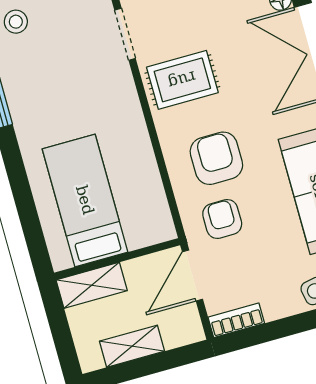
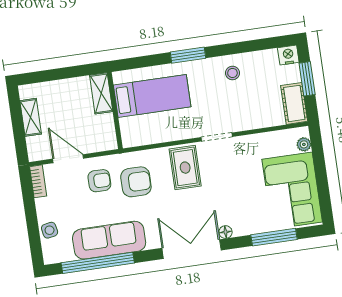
bed: (85, 200) -> (152, 96), moved
wall: (117, 259) -> (115, 111), moved
shelving: (92, 285) -> (101, 93), moved

